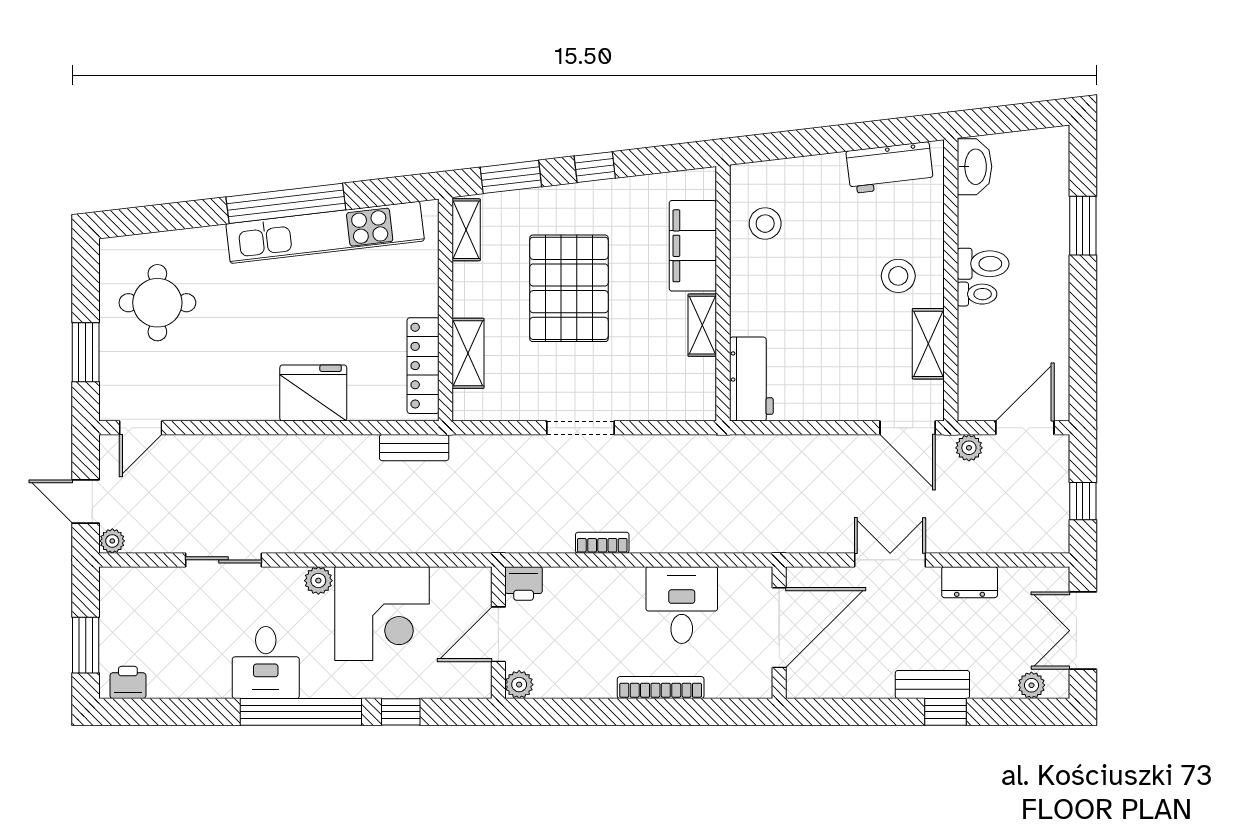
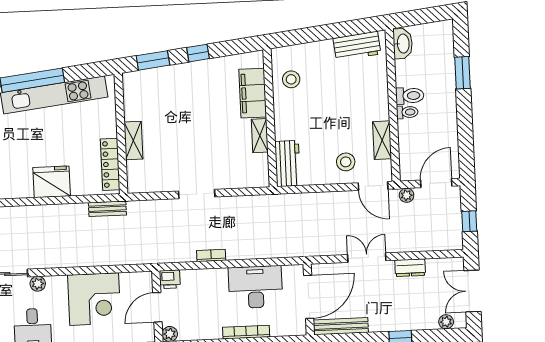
shelving: (466, 230) -> (130, 90), removed
stool: (898, 276) -> (346, 162), moved
pallet: (569, 288) -> (187, 119), removed
shelving: (468, 353) -> (133, 140), moved
plant: (318, 581) -> (38, 284), moved
desk: (682, 605) -> (256, 287), width x1.37
bench: (932, 684) -> (341, 326), moved, width x1.36

